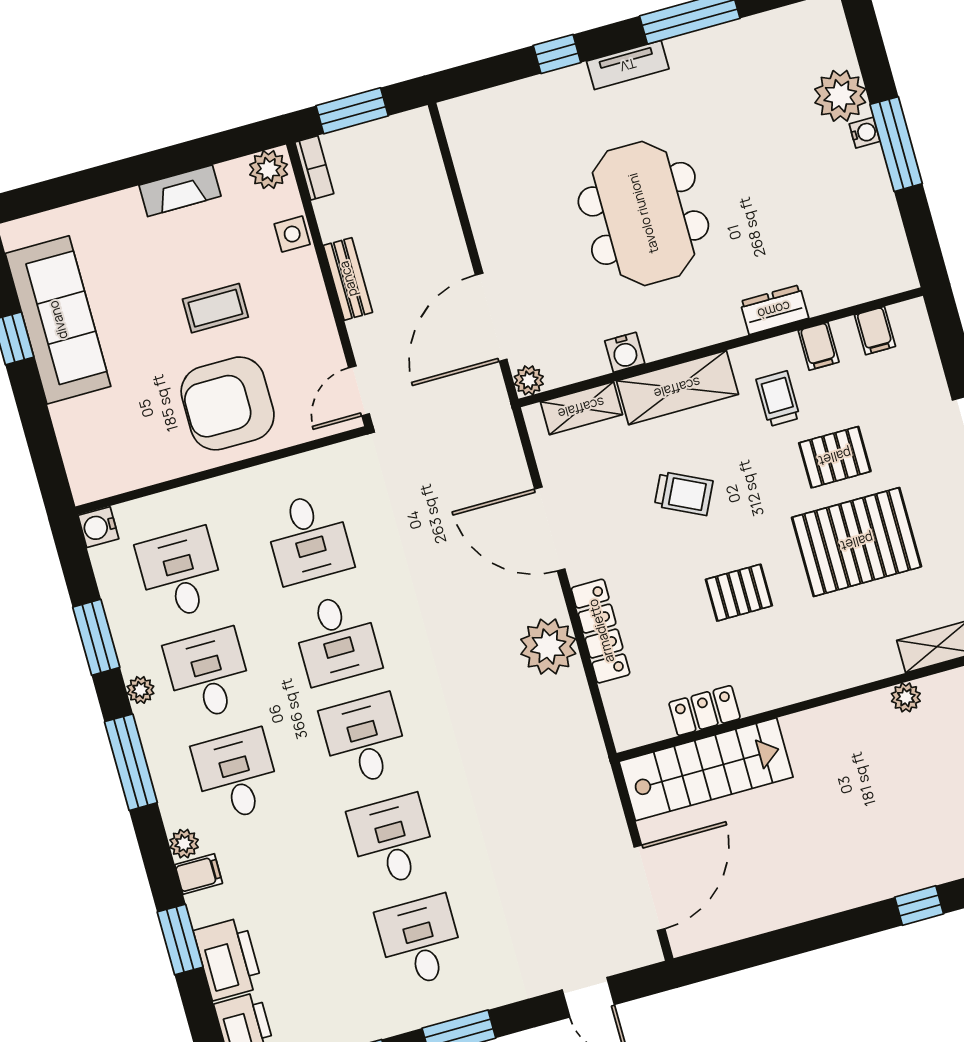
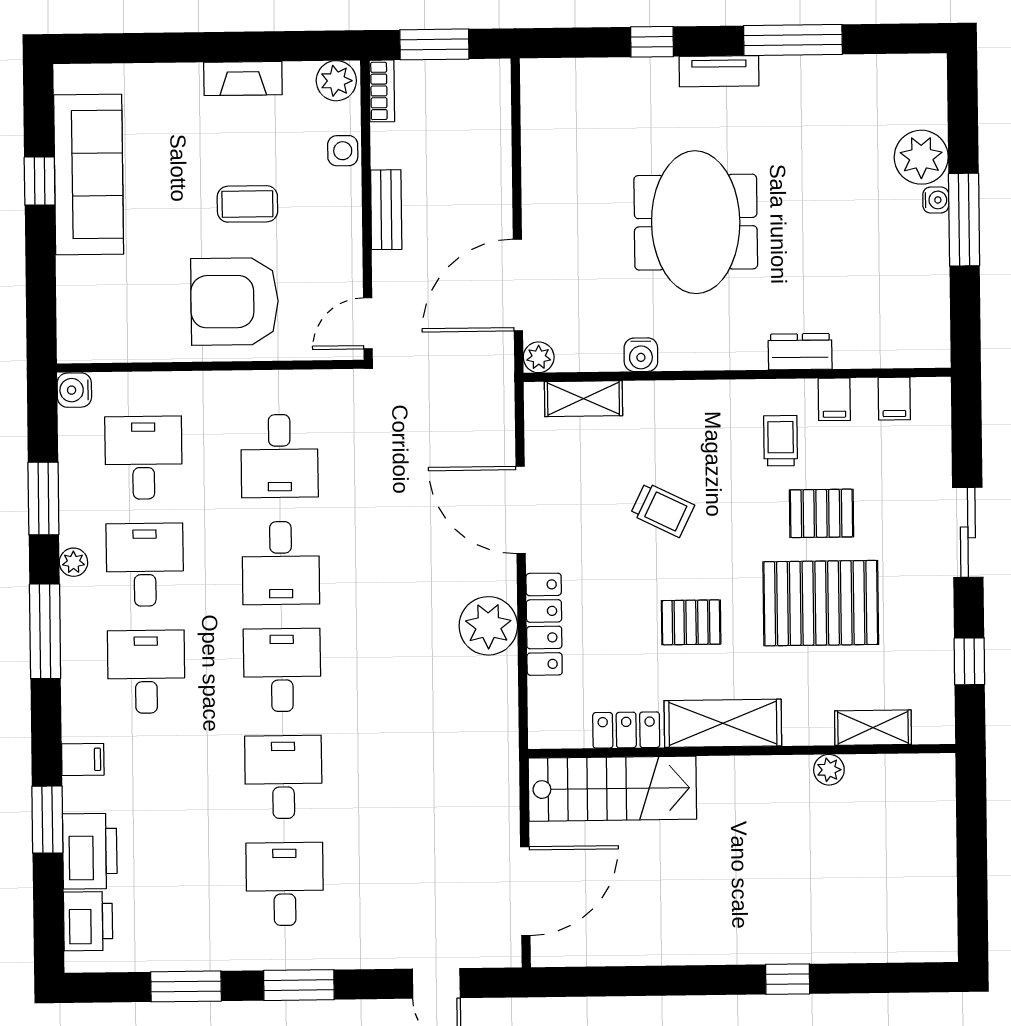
shelving: (677, 388) -> (723, 723), moved
plant: (184, 844) -> (76, 726), removed

